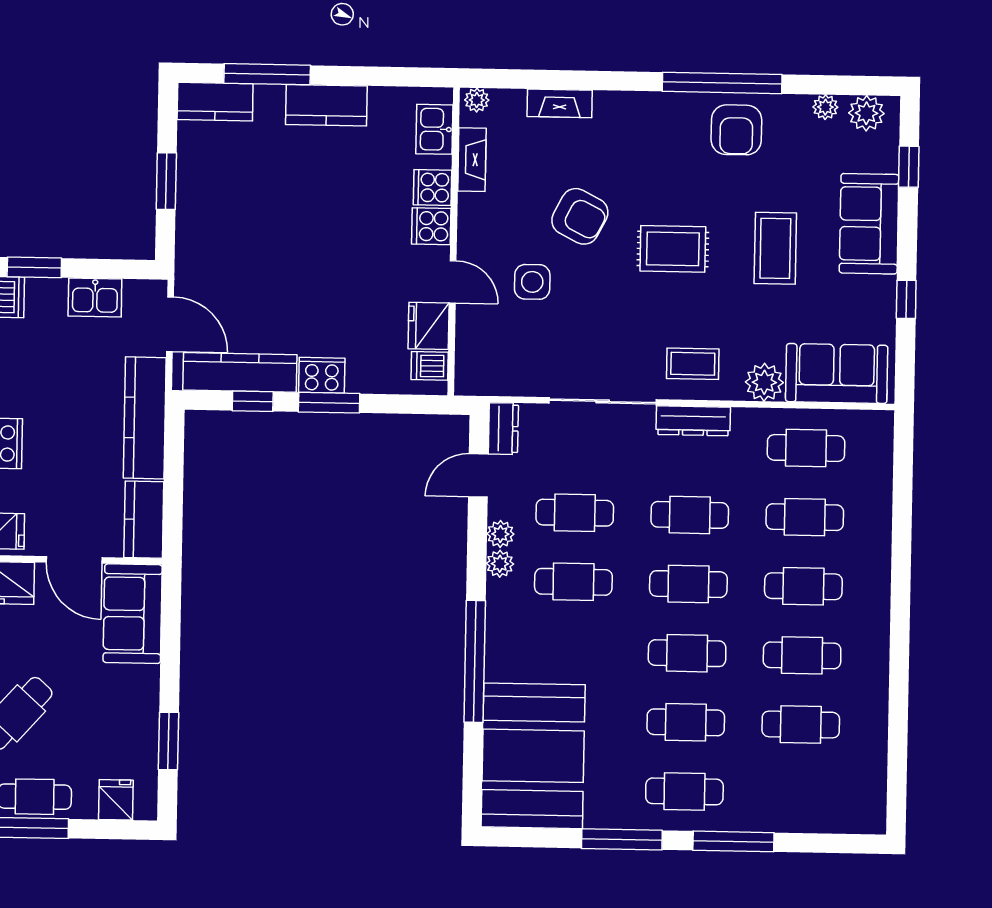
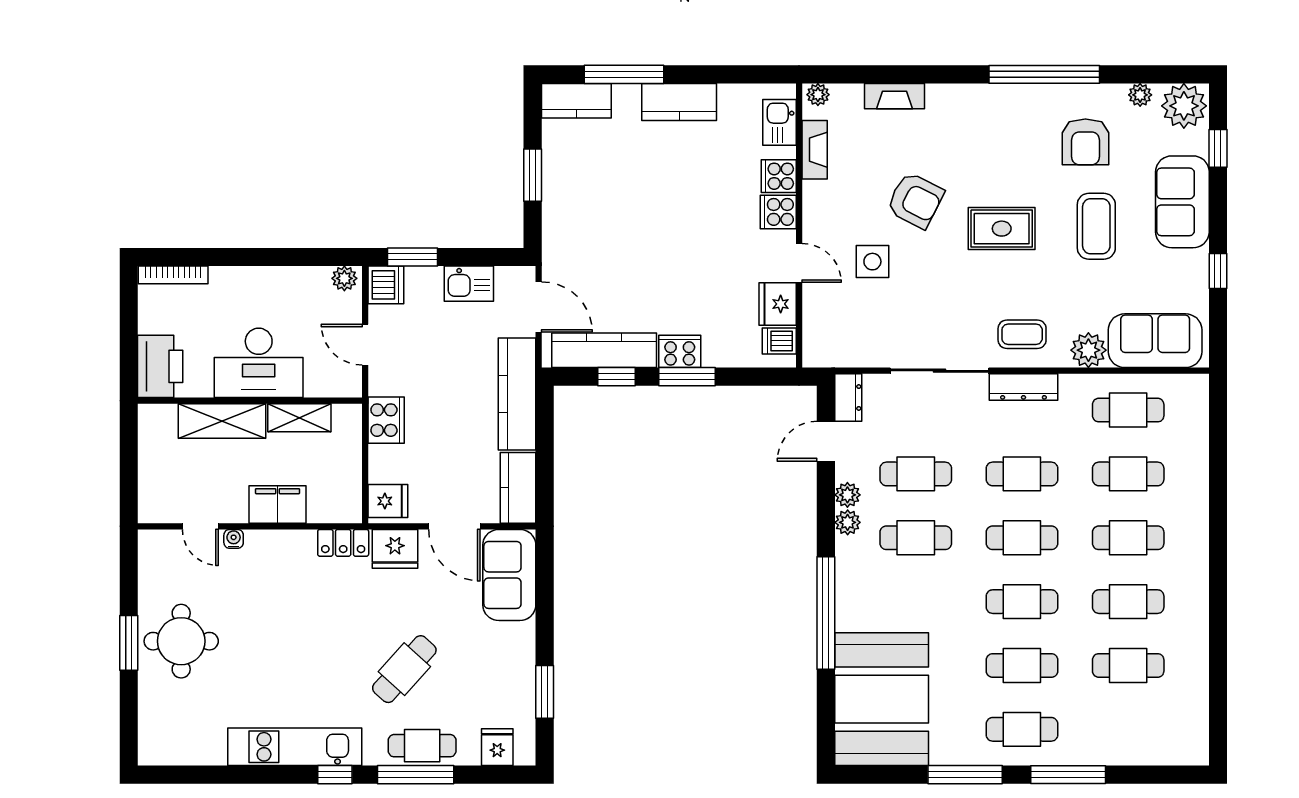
plant: (866, 113) -> (1184, 106), width x1.36, depth x1.36
armchair: (736, 130) -> (1085, 142), moved

